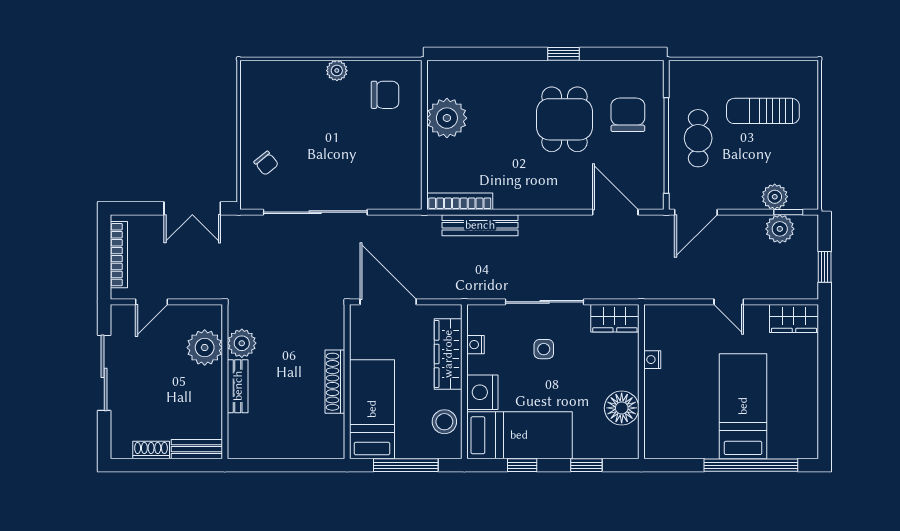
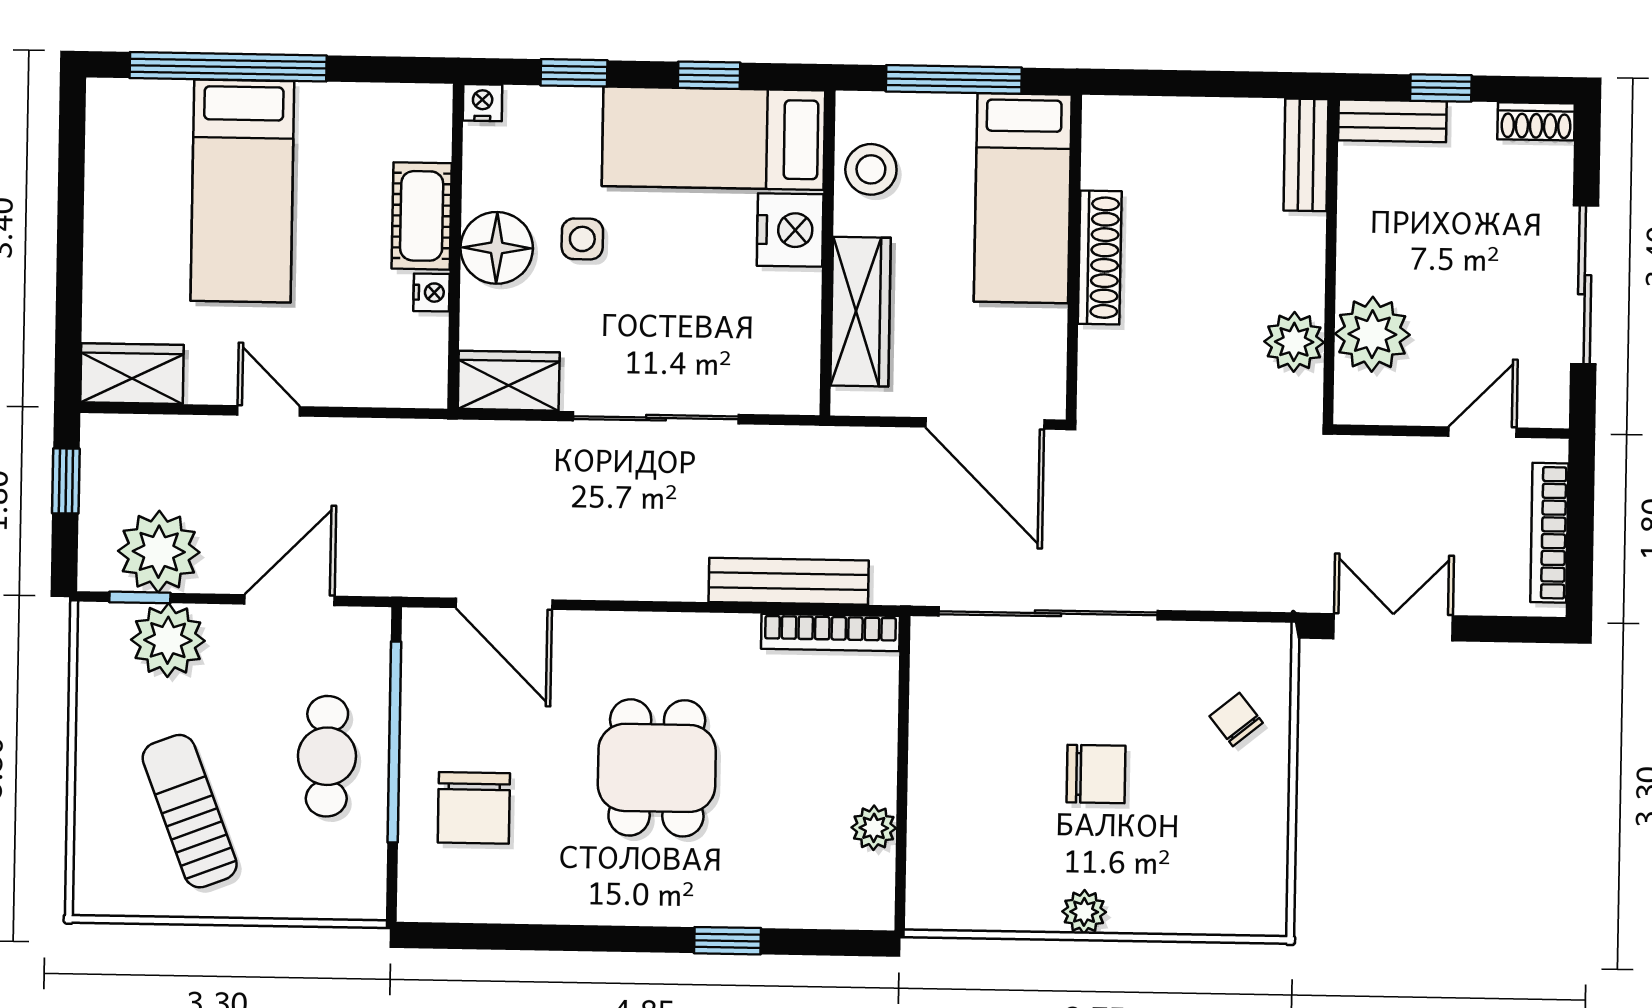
window: (563, 54) -> (727, 941), moved
chair: (385, 95) -> (1096, 774), moved, turned 180
sun lounger: (763, 111) -> (190, 811), turned -111
plant: (447, 118) -> (874, 828), width x0.53, depth x0.53
dining table: (564, 119) -> (657, 768), moved
plant: (775, 197) -> (168, 640), width x1.36, depth x1.36
sliding door: (315, 212) -> (1048, 613), moved
door: (696, 212) -> (290, 600), moved
plant: (780, 229) -> (159, 552), width x1.36, depth x1.36
nightstand: (476, 345) -> (483, 103), moved, turned -90
side table: (544, 349) -> (582, 239), moved
bench: (238, 386) -> (1306, 155), moved
cot: (658, 396) -> (422, 216), added
floor lamp: (622, 408) -> (497, 248), moved
shoe rack: (151, 450) -> (1536, 121), moved
window: (174, 465) -> (1441, 88), added

